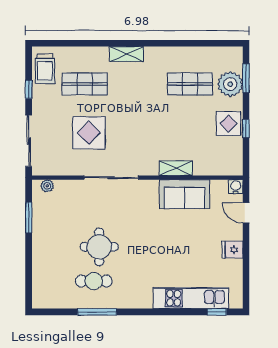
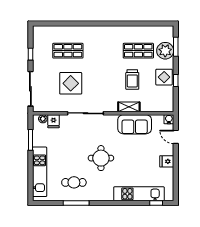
shelving: (126, 54) -> (96, 31), removed
trolley: (45, 69) -> (132, 80), moved
fridge: (63, 189) -> (54, 121), added
round table: (99, 247) -> (101, 158), moved
kitchen unit: (42, 265) -> (40, 172), added

